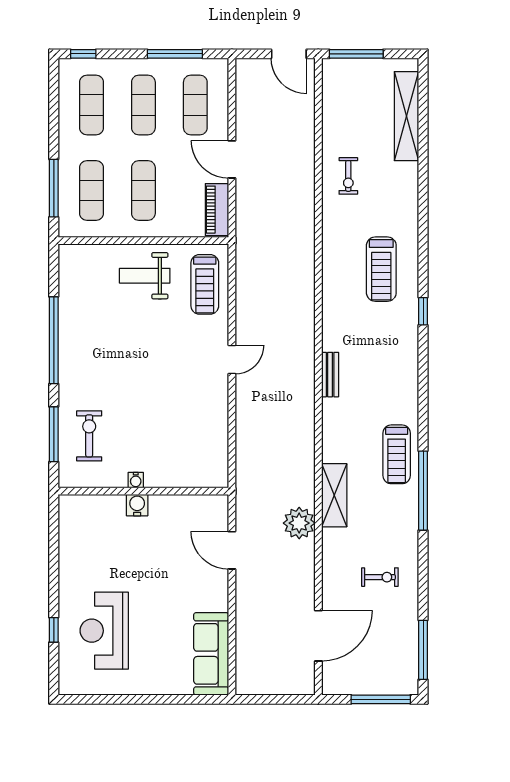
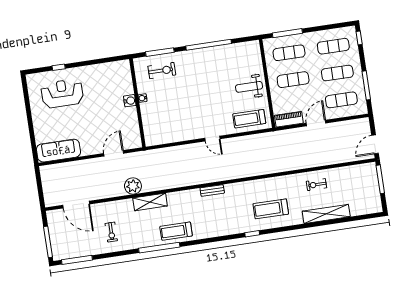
shelving: (407, 116) -> (326, 214), moved
weight bench: (145, 276) -> (249, 87), turned -90

